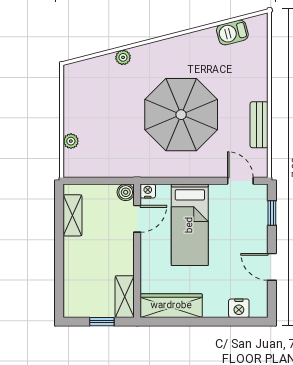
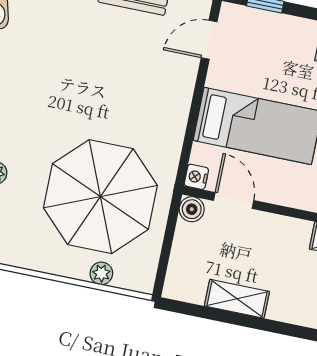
parasol: (181, 115) -> (100, 197), moved
shelving: (72, 215) -> (237, 299), moved

